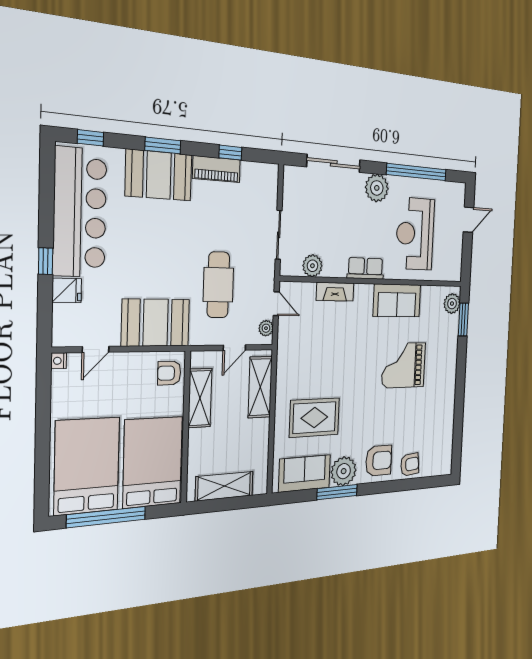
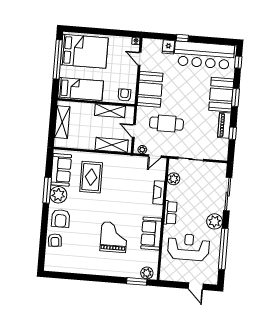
bed: (153, 462) -> (81, 89), width x0.67

